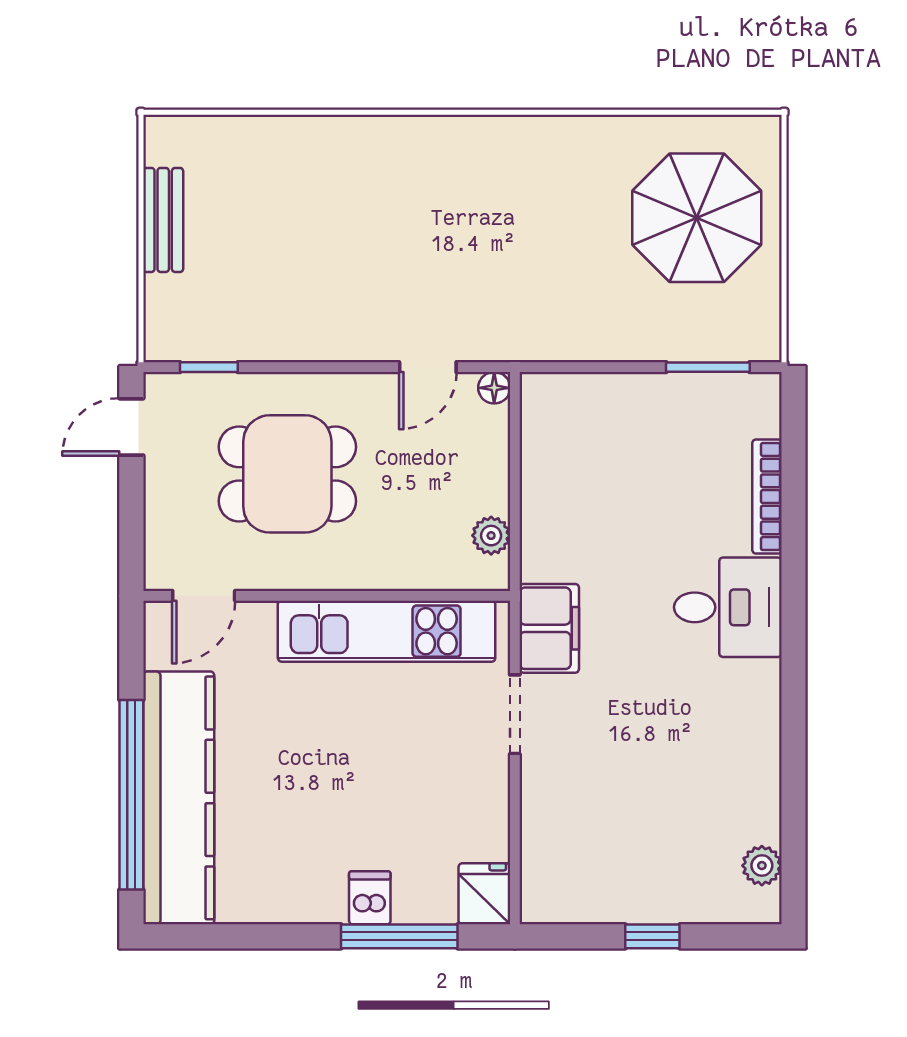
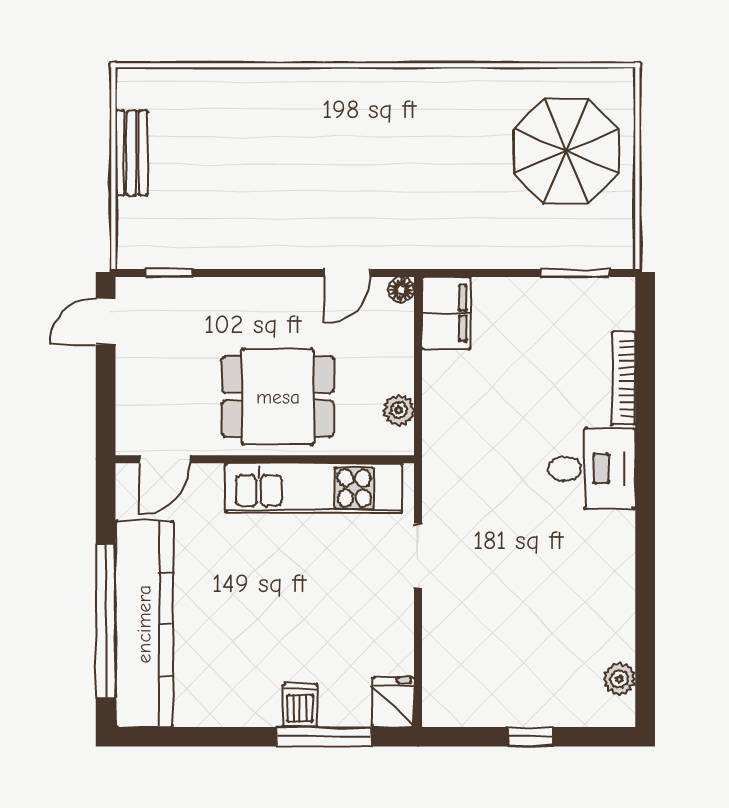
dining table: (287, 474) -> (278, 397), moved
filing cabinet: (549, 628) -> (446, 313), moved

